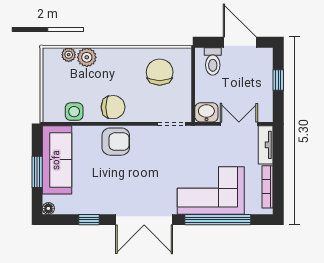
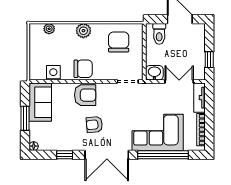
plant: (87, 57) -> (83, 31), moved
window: (278, 80) -> (209, 60), moved
sofa: (57, 160) -> (40, 102), width x0.73
armchair: (128, 180) -> (94, 125), added

